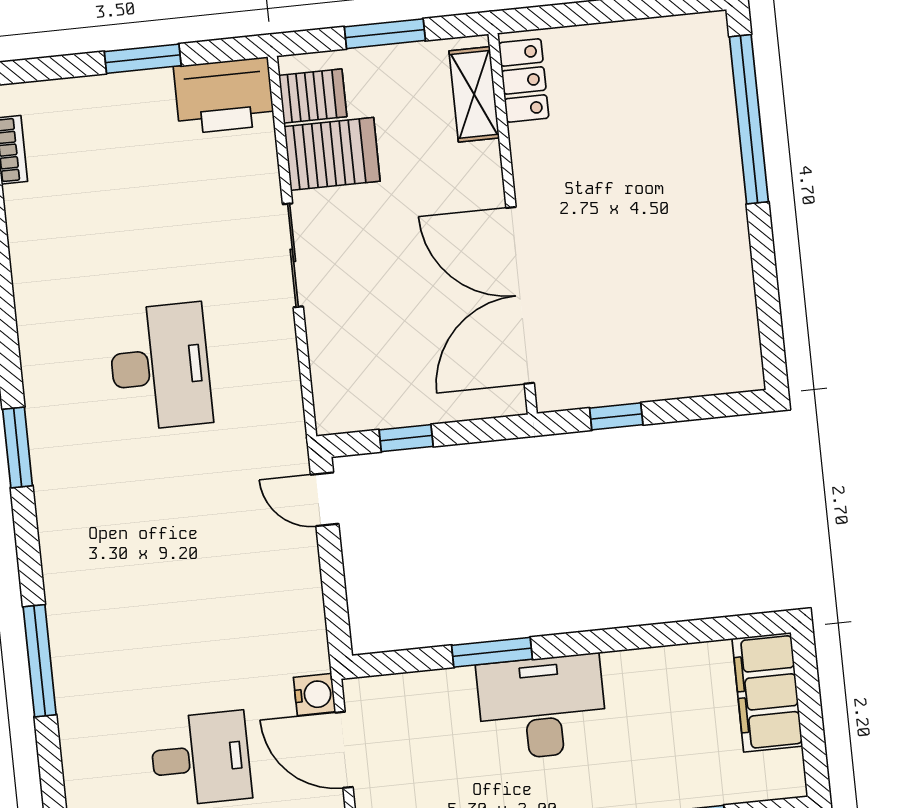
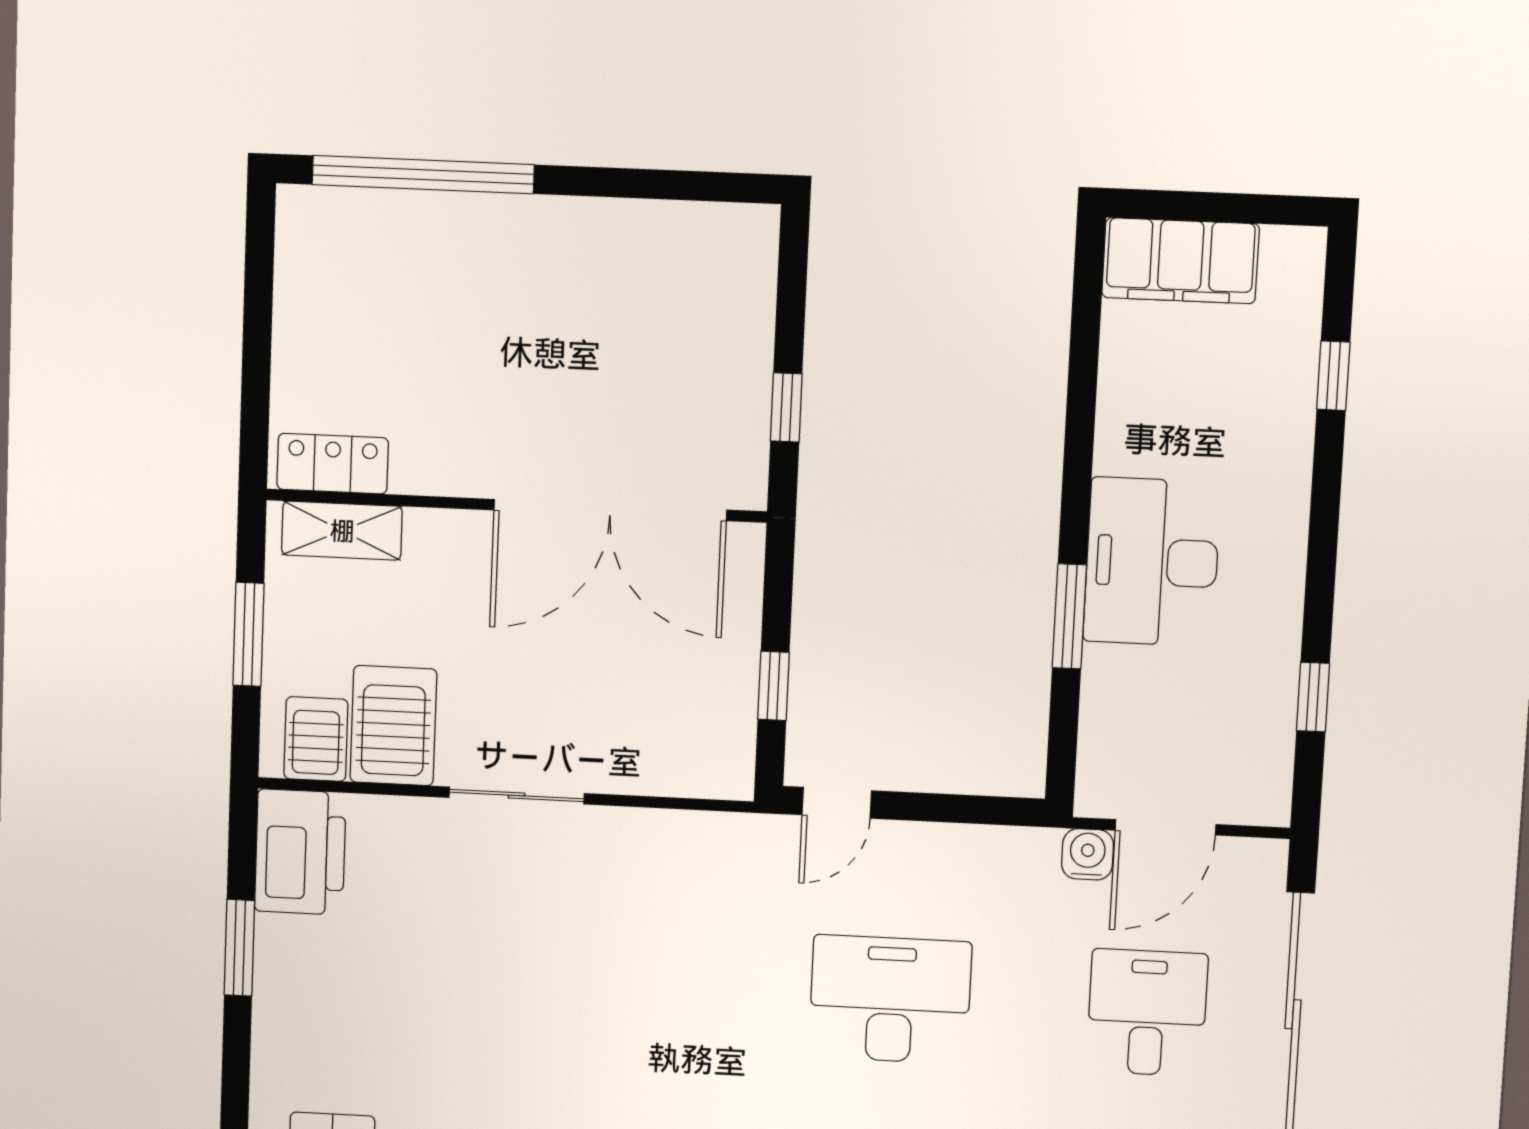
desk: (160, 367) -> (890, 999), moved

